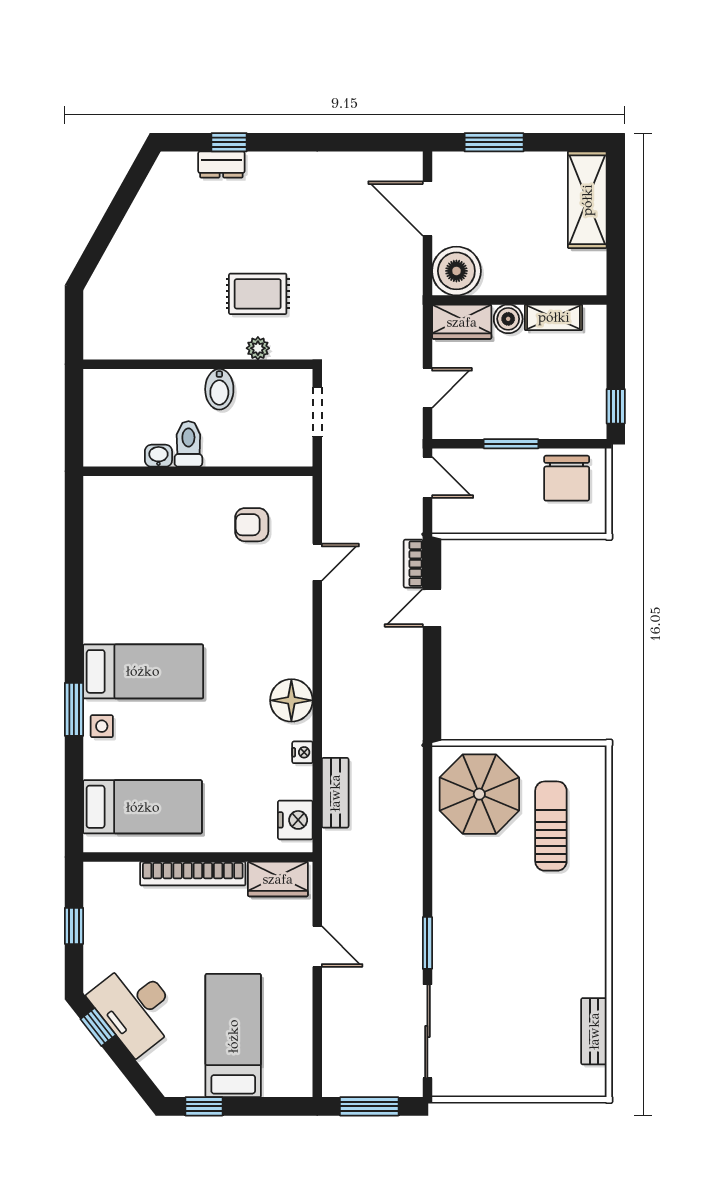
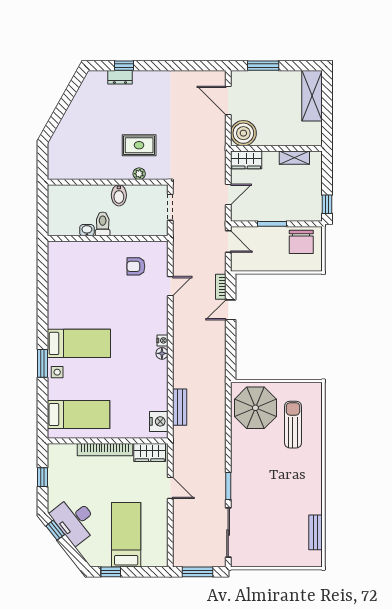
boiler: (508, 319) -> (271, 158), removed
floor lamp: (291, 700) -> (162, 353), width x0.53, depth x0.53
nightstand: (302, 752) -> (163, 340), moved

